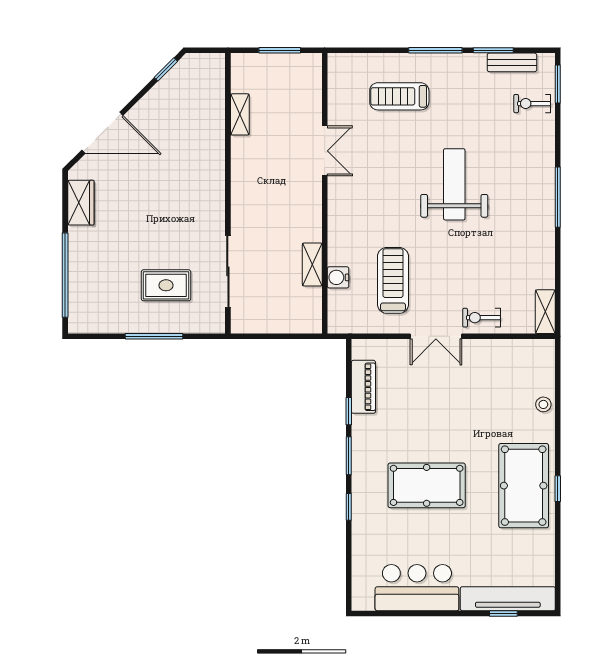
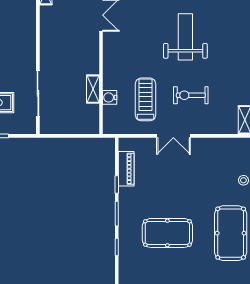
exercise bike: (482, 318) -> (191, 95), moved, width x1.38, depth x1.39

